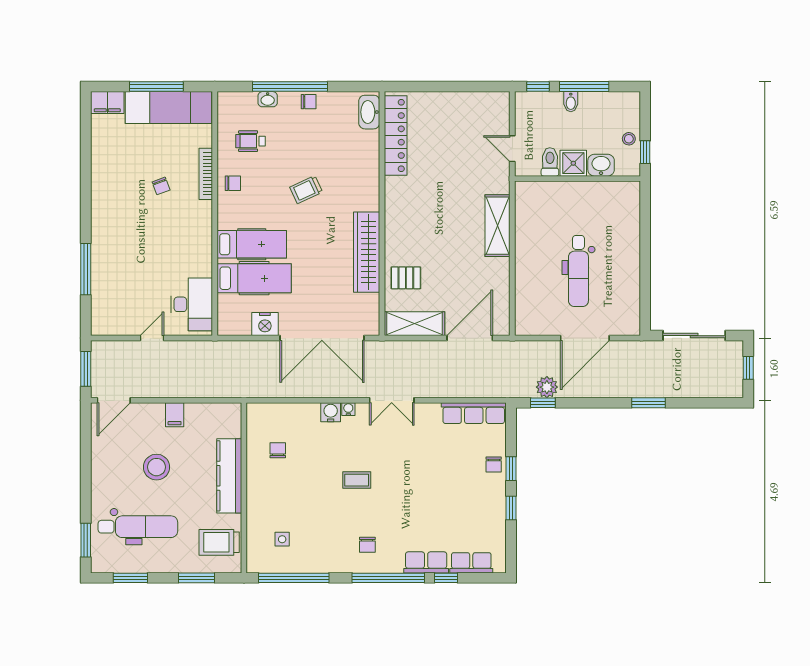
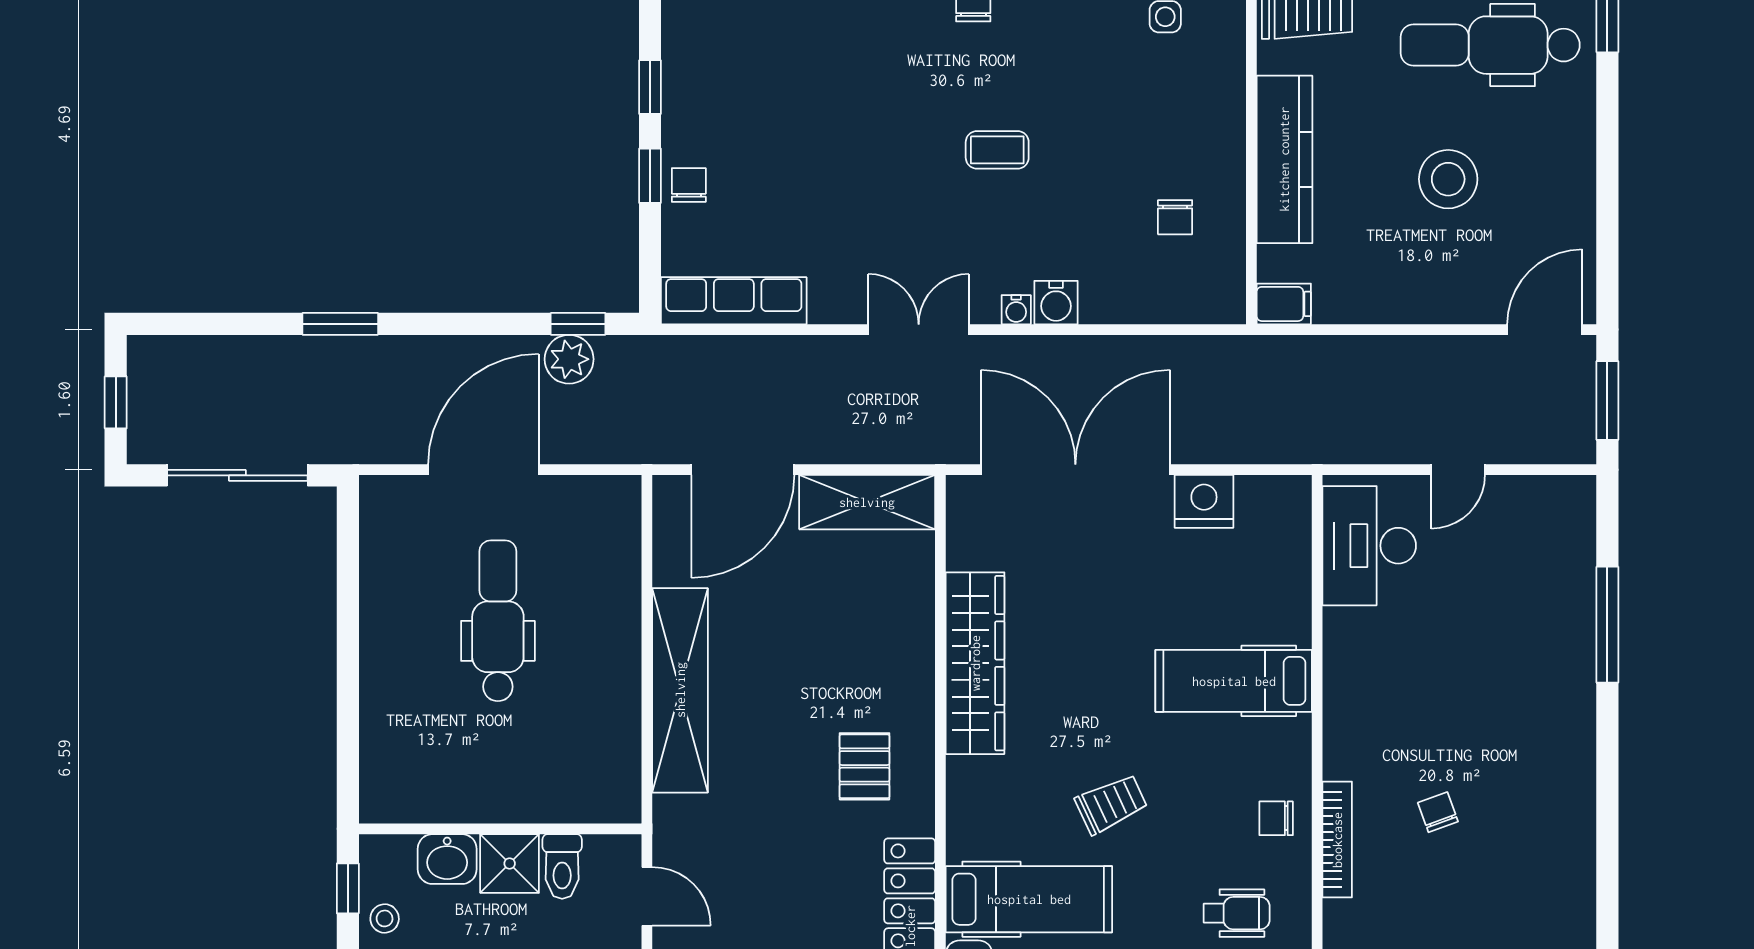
shelving: (498, 226) -> (680, 690), width x1.47
hospital bed: (254, 278) -> (1029, 899), moved, turned 180
pallet: (406, 278) -> (864, 766), moved, turned 90
filing cabinet: (175, 415) -> (1284, 304), moved, turned 90

